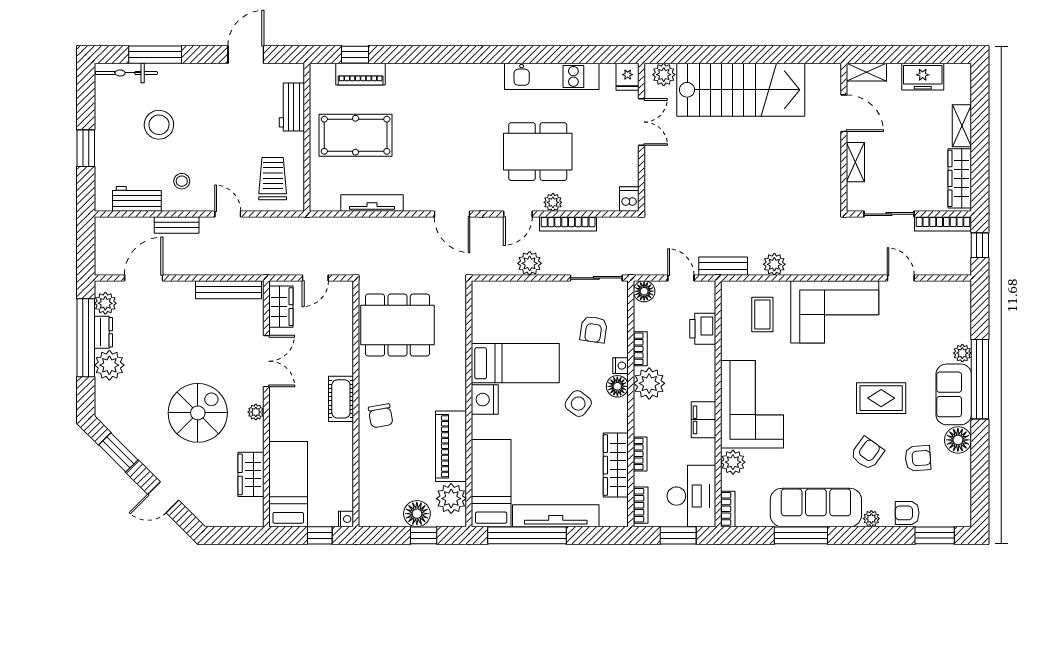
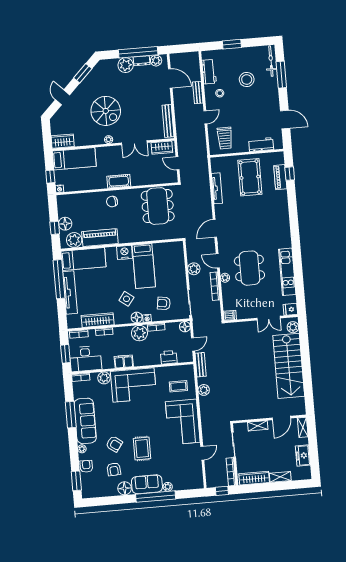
trolley: (273, 179) -> (225, 138), turned 90
wardrobe: (251, 474) -> (63, 141), moved

